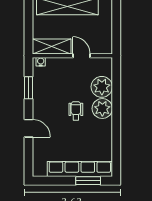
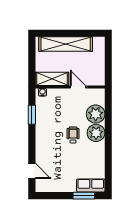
door: (29, 128) -> (32, 171), moved
row of seats: (80, 169) -> (91, 186), width x0.50

